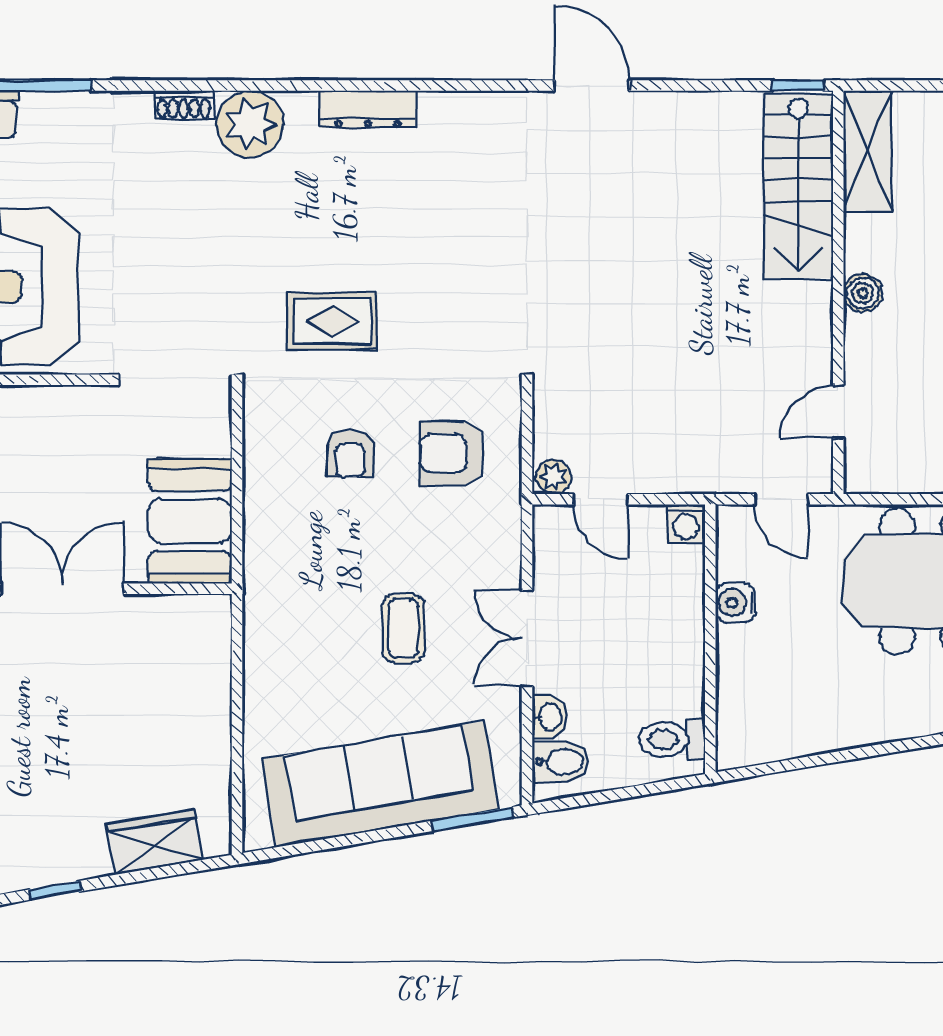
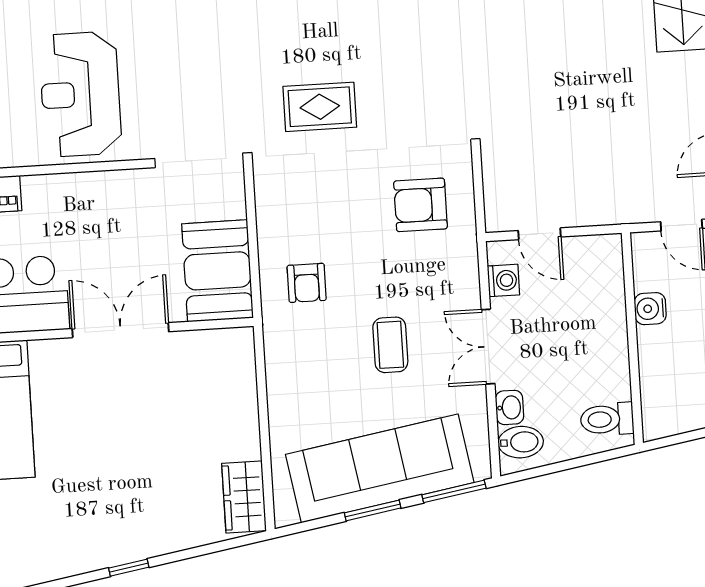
armchair: (350, 454) -> (307, 283), moved
plant: (554, 477) -> (501, 218), removed
washing machine: (686, 524) -> (503, 280), moved, turned -90
window: (368, 837) -> (373, 510), added
wardrobe: (155, 842) -> (244, 497), moved, turned -80

